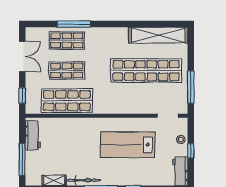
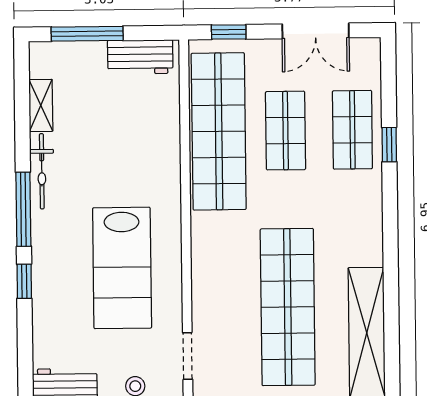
window: (74, 24) -> (389, 145), width x0.46
shop shelf: (67, 101) -> (219, 131), width x1.40
lab bench: (128, 145) -> (122, 268), turned 180

